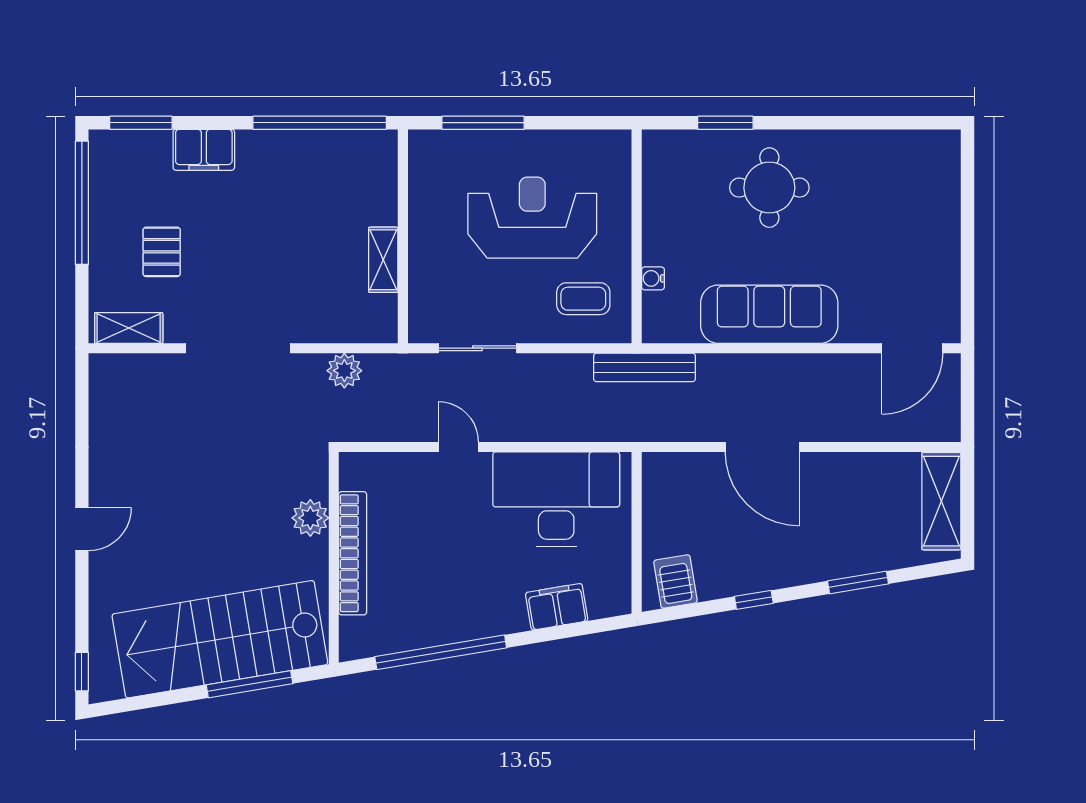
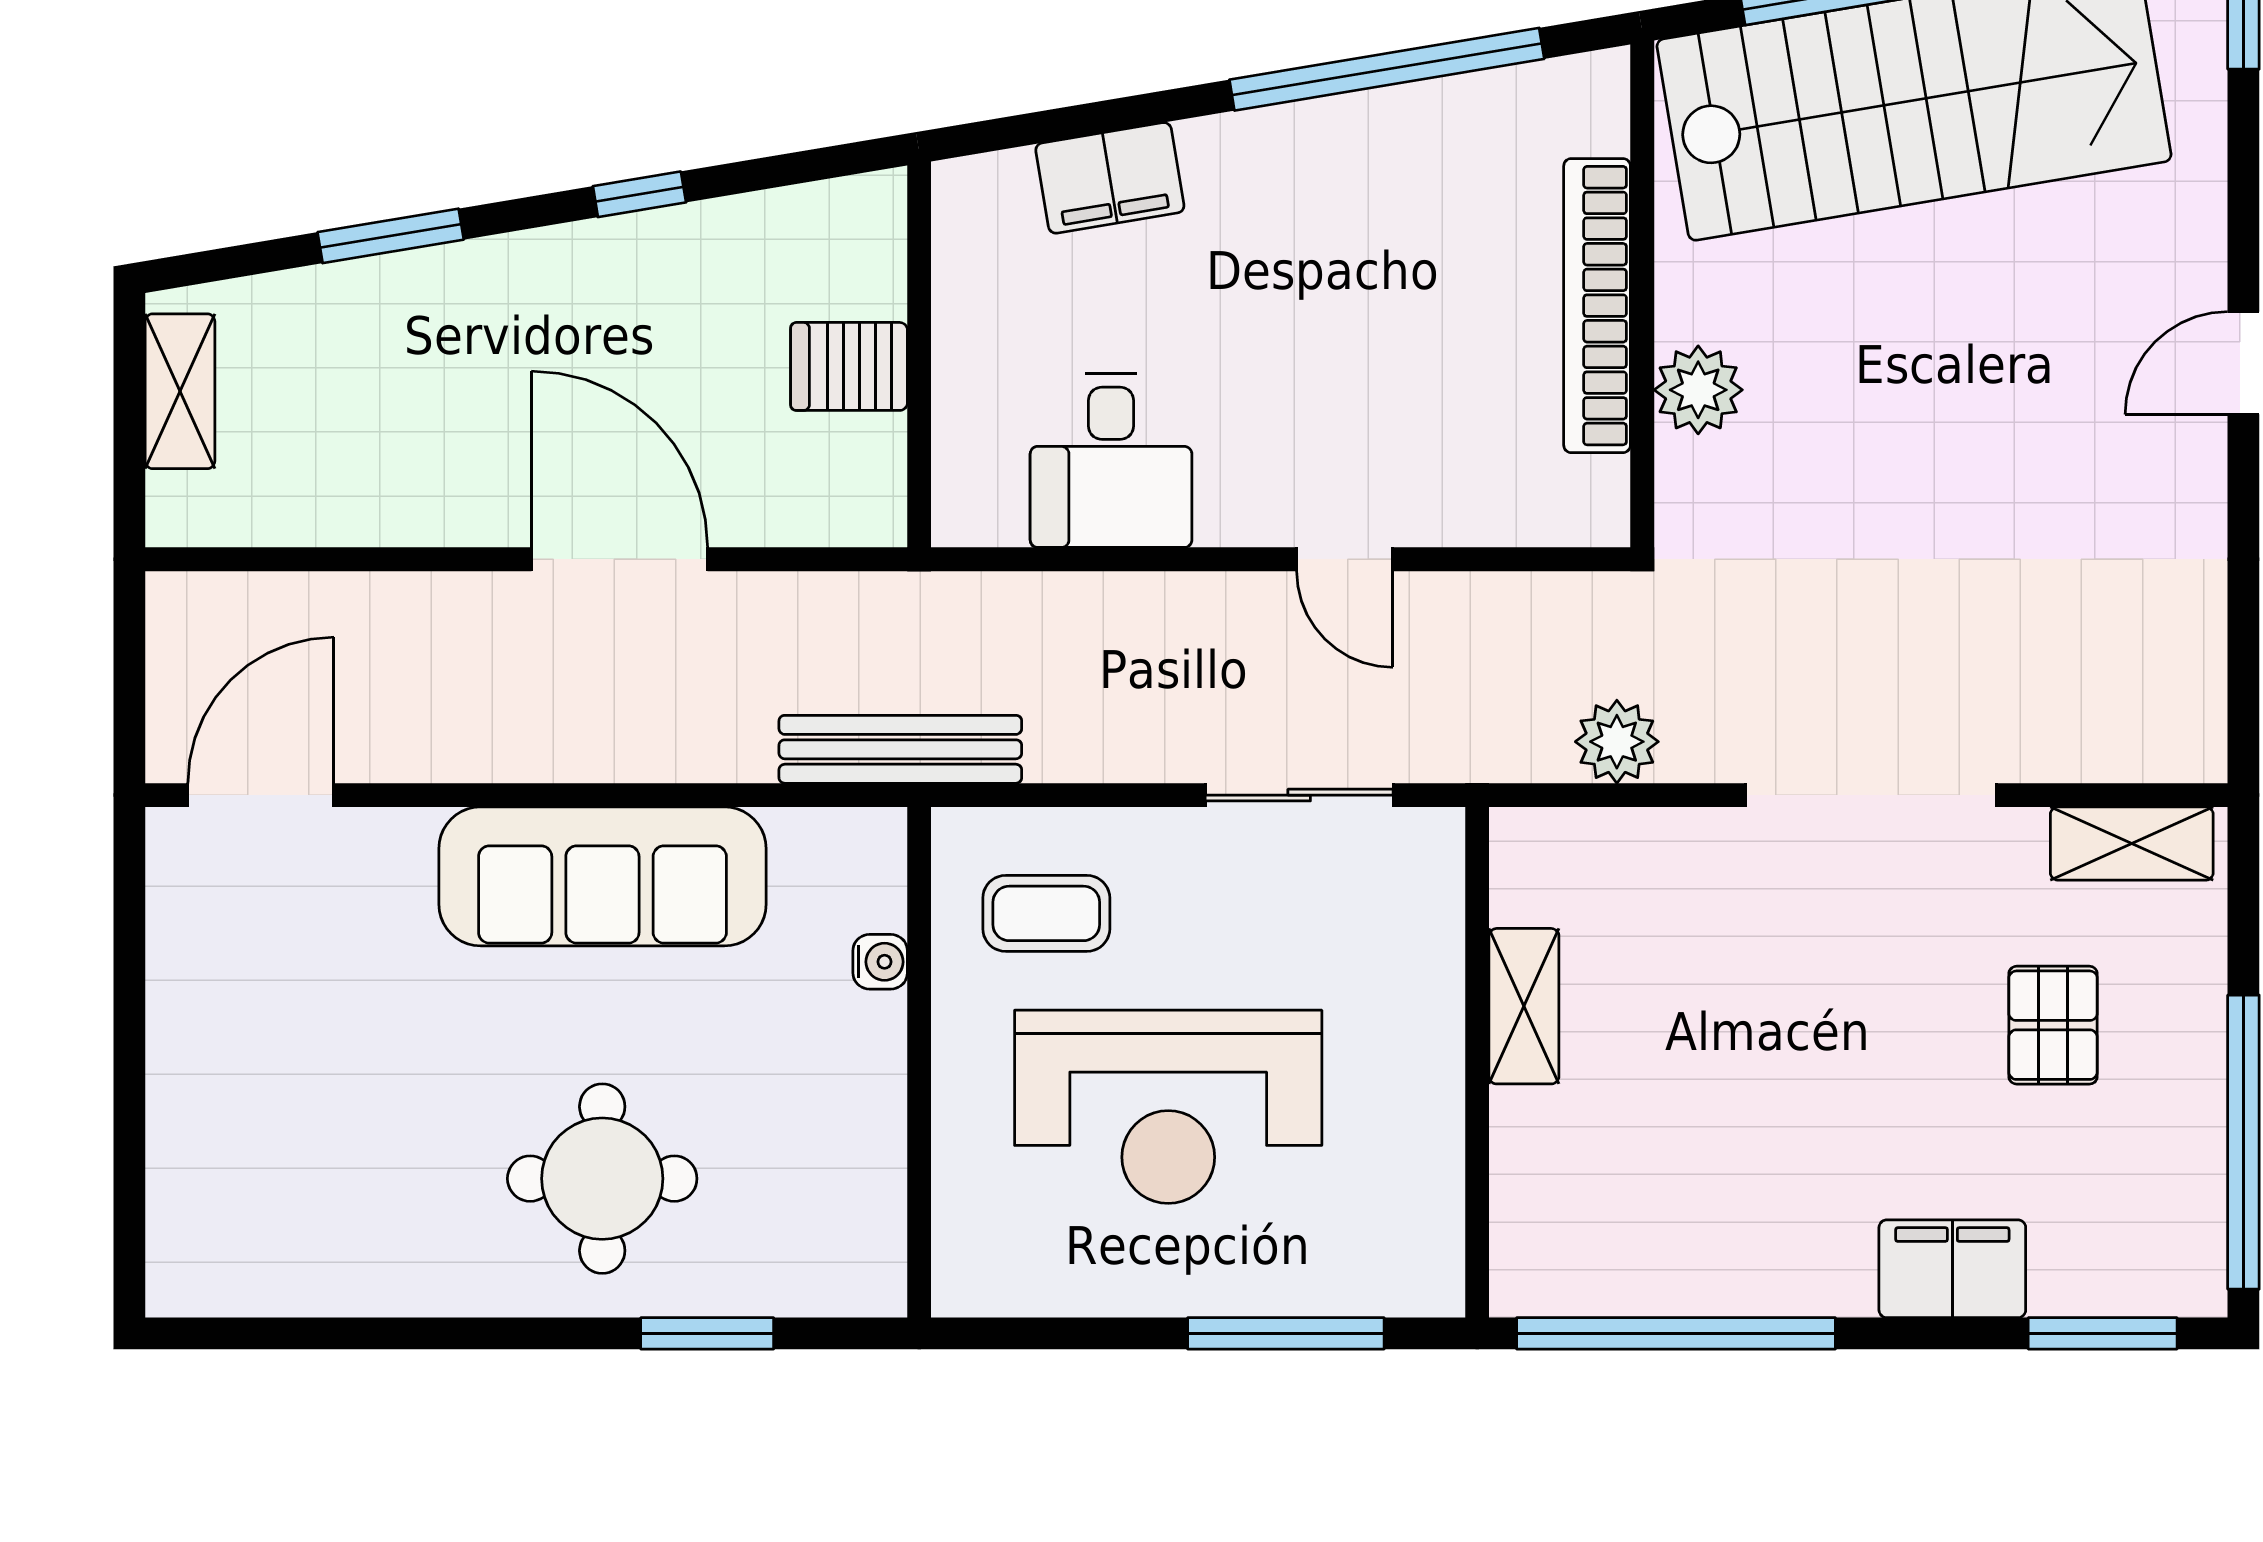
desk: (556, 499) -> (1111, 460), width x0.53, depth x0.77
shelving: (941, 501) -> (180, 391), width x0.67, depth x0.75
server rack: (675, 582) -> (849, 366), moved, turned 99

